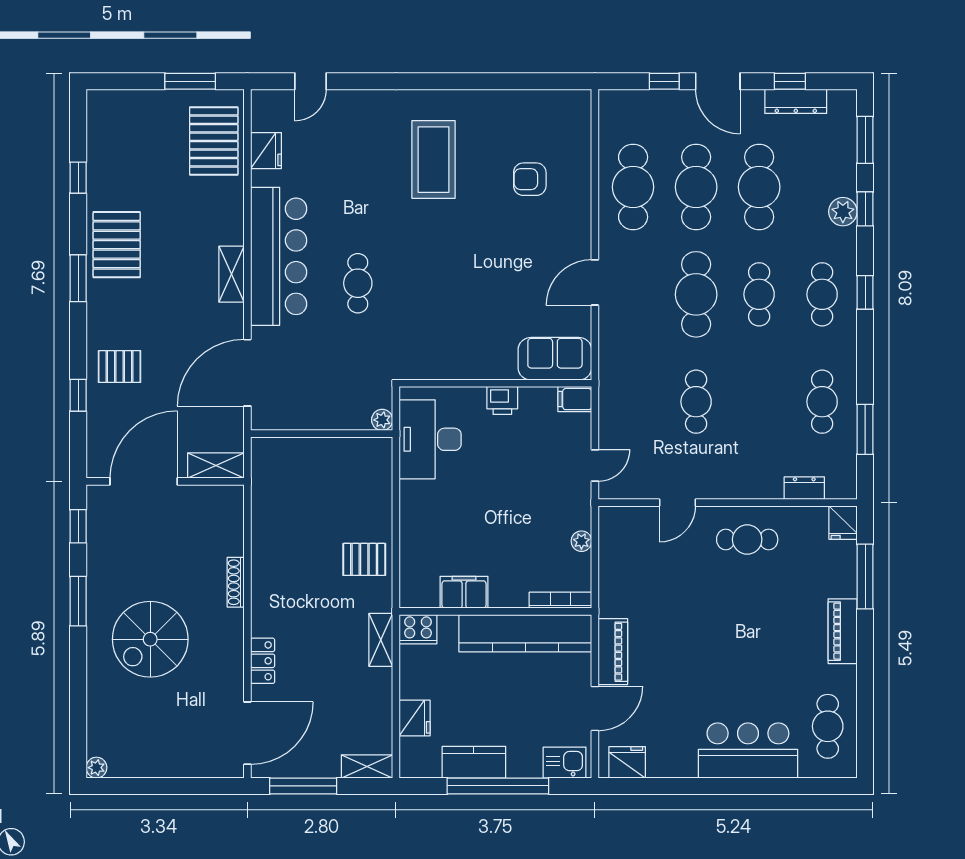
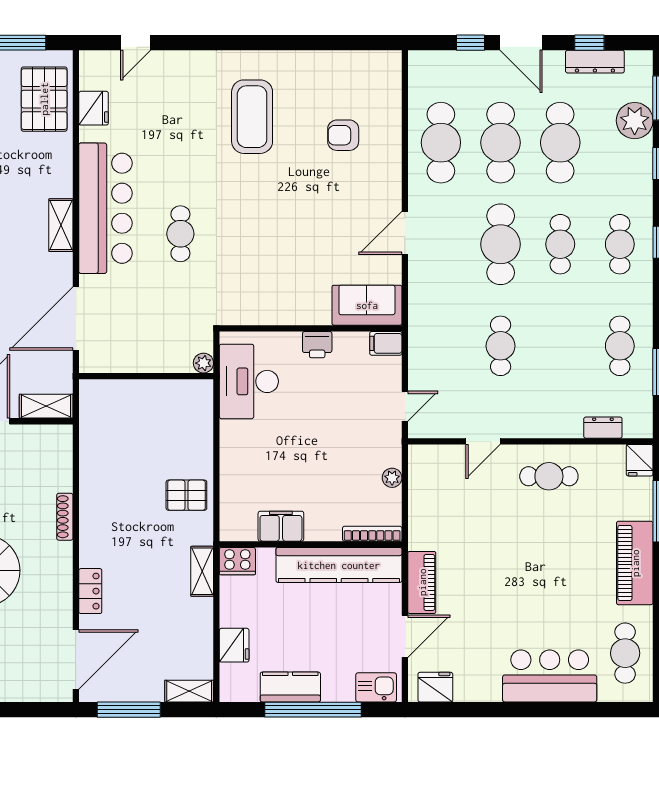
plant: (843, 212) -> (635, 121), moved, width x1.36, depth x1.36
piano: (843, 631) -> (635, 563), width x1.37, depth x1.33

